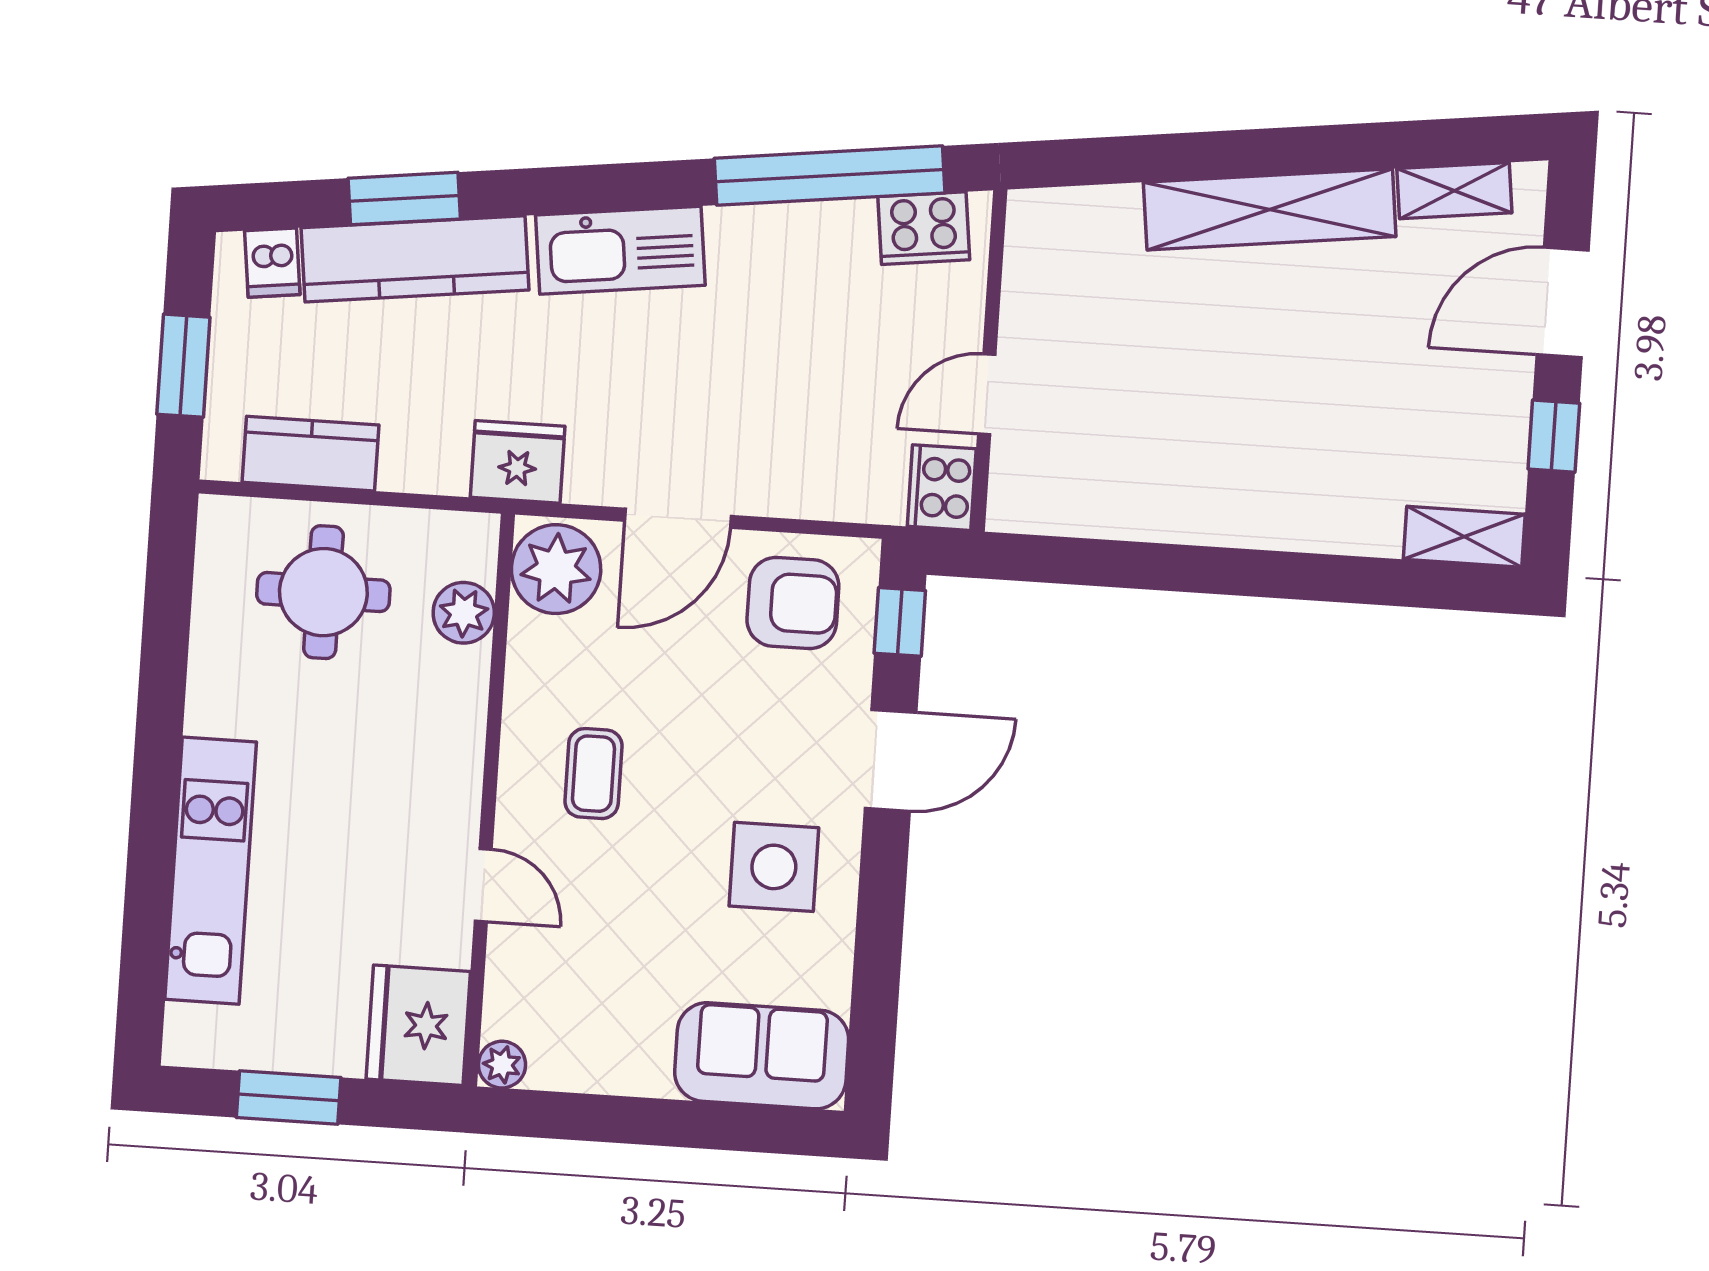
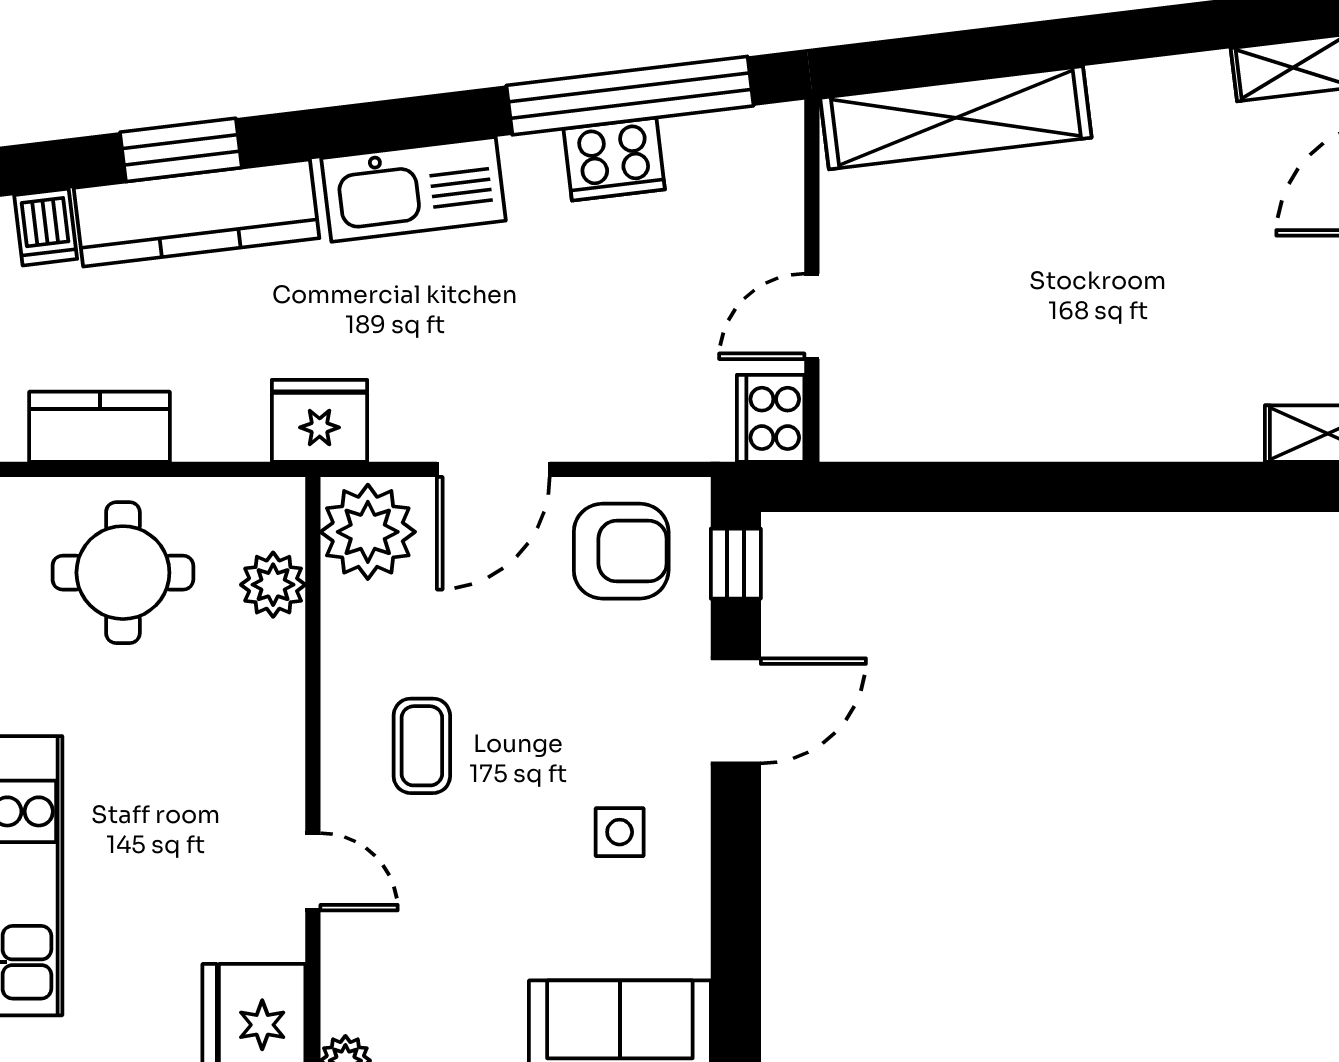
shelving: (1270, 209) -> (956, 118), moved
cooker: (924, 228) -> (614, 159), moved
side table: (774, 867) -> (620, 832), width x0.54, depth x0.54

